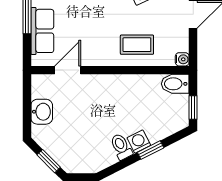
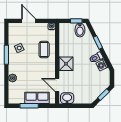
bidet: (175, 84) -> (80, 30), moved
shower: (109, 88) -> (66, 64), added
washbasin: (42, 112) -> (67, 98), moved
washing machine: (139, 141) -> (102, 65), moved

